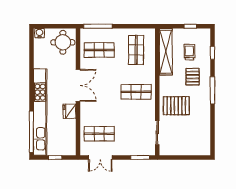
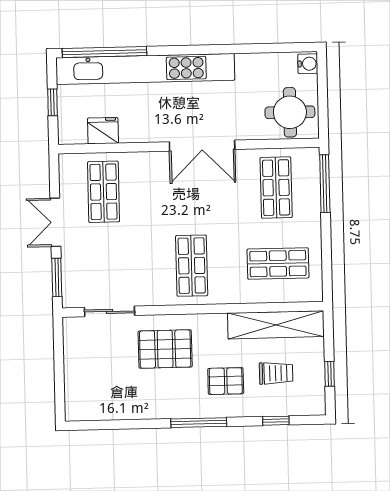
pallet: (176, 106) -> (165, 349), turned 90
fridge: (70, 111) -> (103, 131), moved
double door: (100, 157) -> (55, 222), moved

